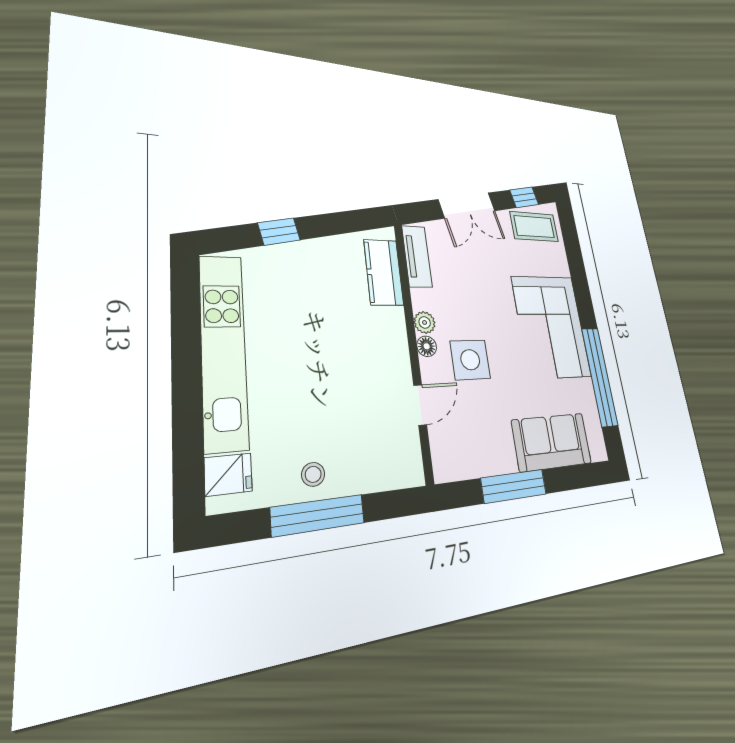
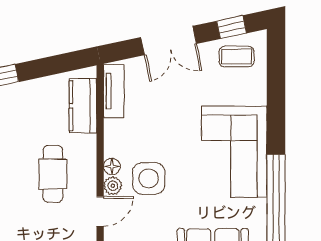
coffee table: (534, 227) -> (236, 56), width x0.73, depth x0.77
plant: (425, 322) -> (113, 186), moved
cafe table: (355, 358) -> (53, 174), added

